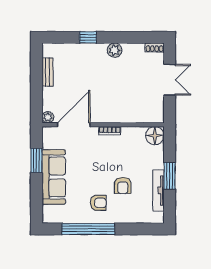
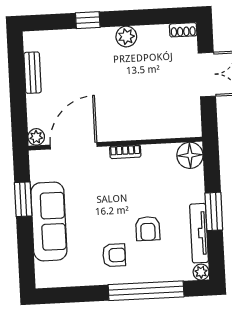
plant: (158, 218) -> (201, 272), added
window: (88, 229) -> (146, 291), moved

